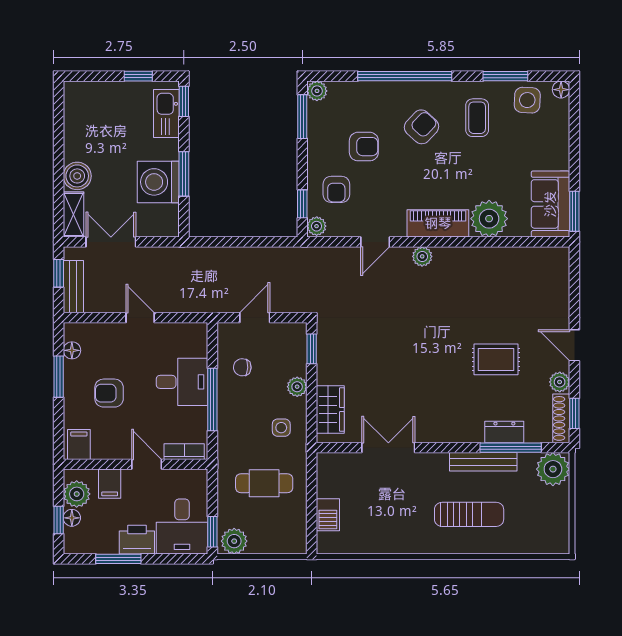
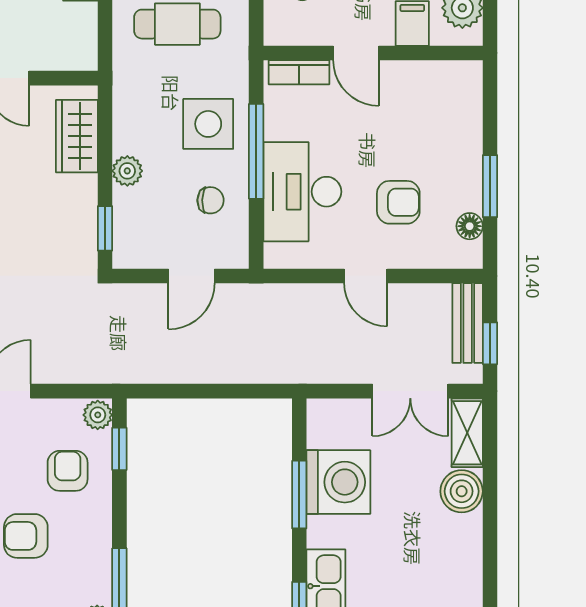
desk: (182, 382) -> (302, 192), width x1.37
armchair: (109, 393) -> (398, 202), moved
side table: (281, 428) -> (208, 124), moved, width x1.87, depth x1.87
filing cabinet: (79, 444) -> (459, 83), removed

